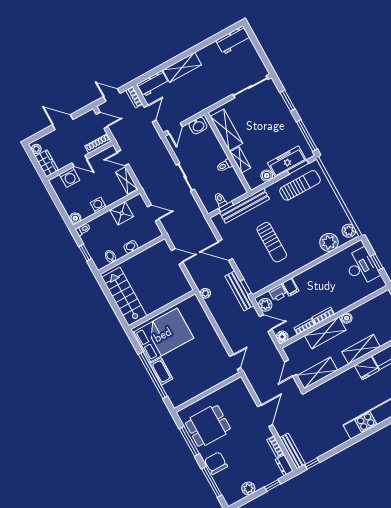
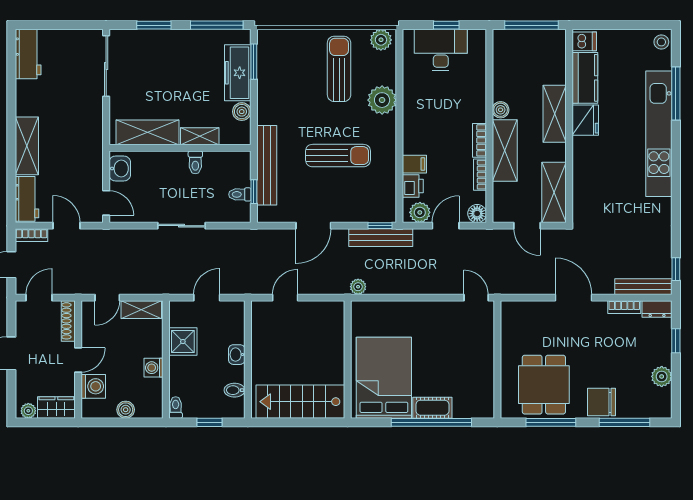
sun lounger: (300, 185) -> (339, 69), moved
boiler: (75, 218) -> (126, 410), moved
plant: (329, 242) -> (382, 100), moved

